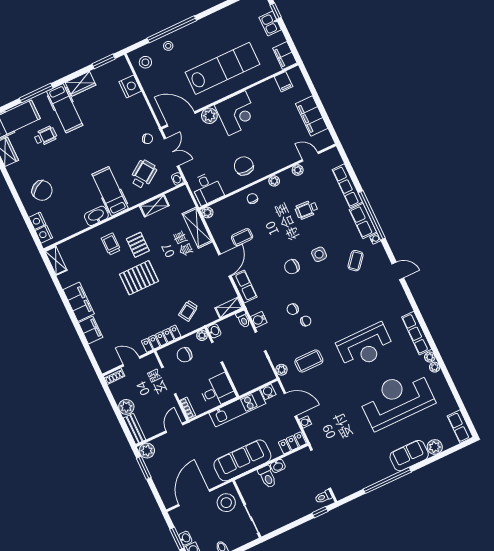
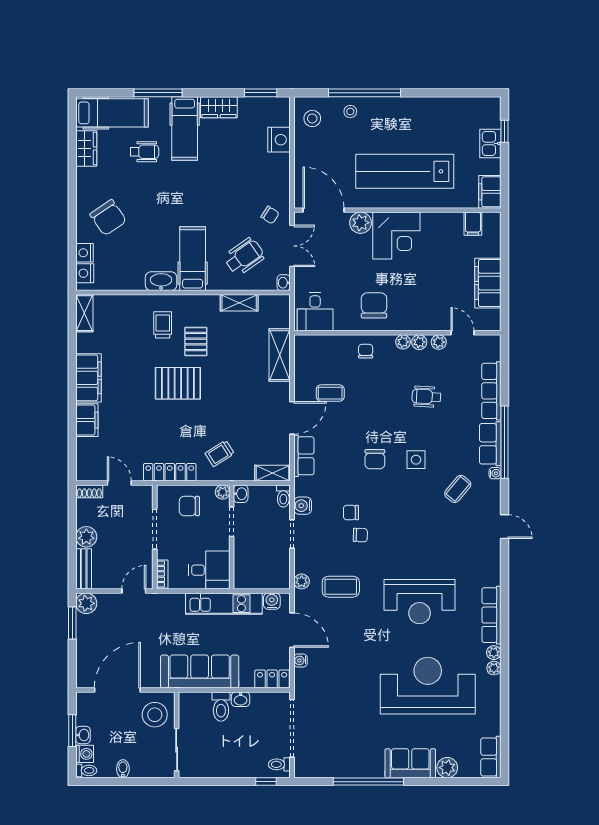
lab bench: (223, 68) -> (405, 171), turned 180
plant: (207, 213) -> (419, 342), moved
chair: (292, 267) -> (375, 459), turned -90

